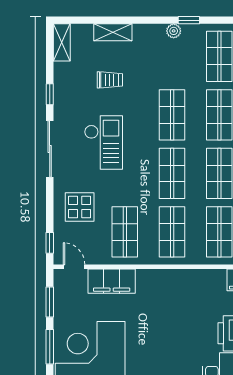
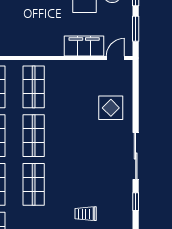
checkout: (103, 143) -> (91, 161), removed
shop shelf: (125, 232) -> (73, 87), removed
window: (50, 243) -> (136, 78), removed
door: (74, 267) -> (115, 58), swing flipped

